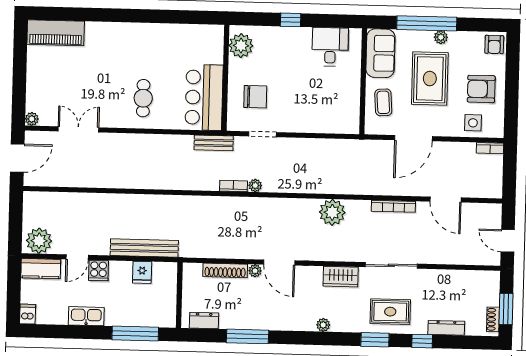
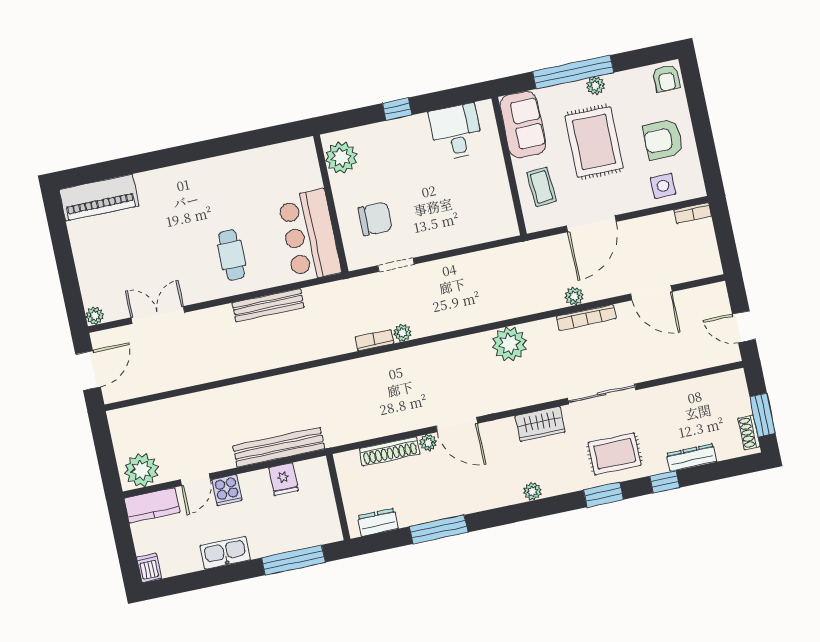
bench: (214, 143) -> (268, 305), moved, width x1.36
plant: (388, 189) -> (574, 296), added

